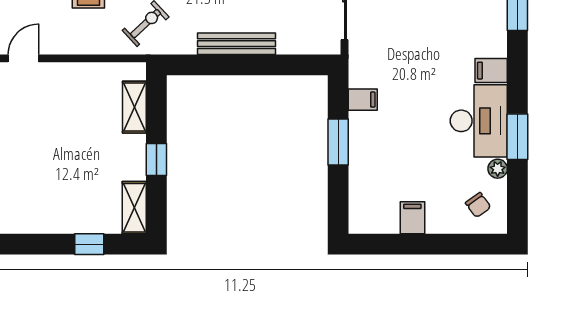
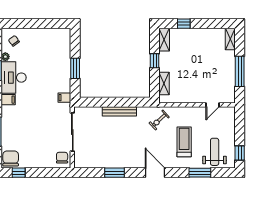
filing cabinet: (363, 100) -> (64, 98), moved
filing cabinet: (412, 218) -> (43, 35), removed

